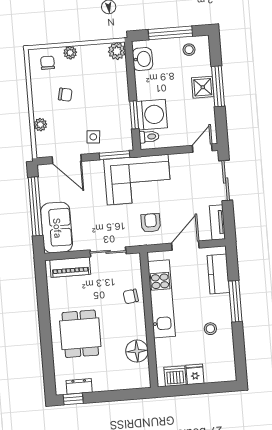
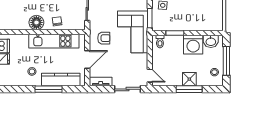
plant: (117, 51) -> (217, 25), removed
washing machine: (152, 115) -> (193, 45), moved
door: (185, 246) -> (87, 60), hinge flipped
kitchen counter: (218, 274) -> (61, 79), width x1.50
floor lamp: (137, 351) -> (36, 22), moved

